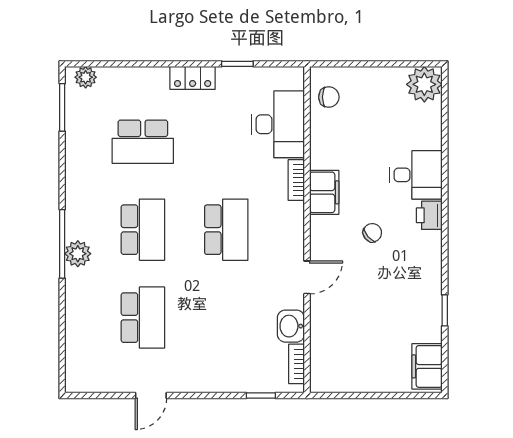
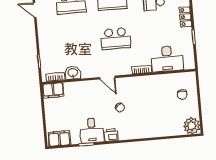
chair: (329, 97) -> (182, 95), moved
desk: (416, 175) -> (92, 130), moved
filing cabinet: (324, 192) -> (53, 90), moved
printer: (429, 215) -> (111, 135), moved
door: (307, 277) -> (107, 78), moved

